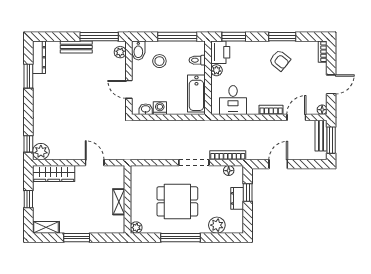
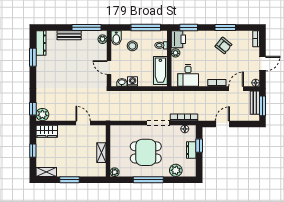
wardrobe: (54, 174) -> (47, 131), width x0.67

